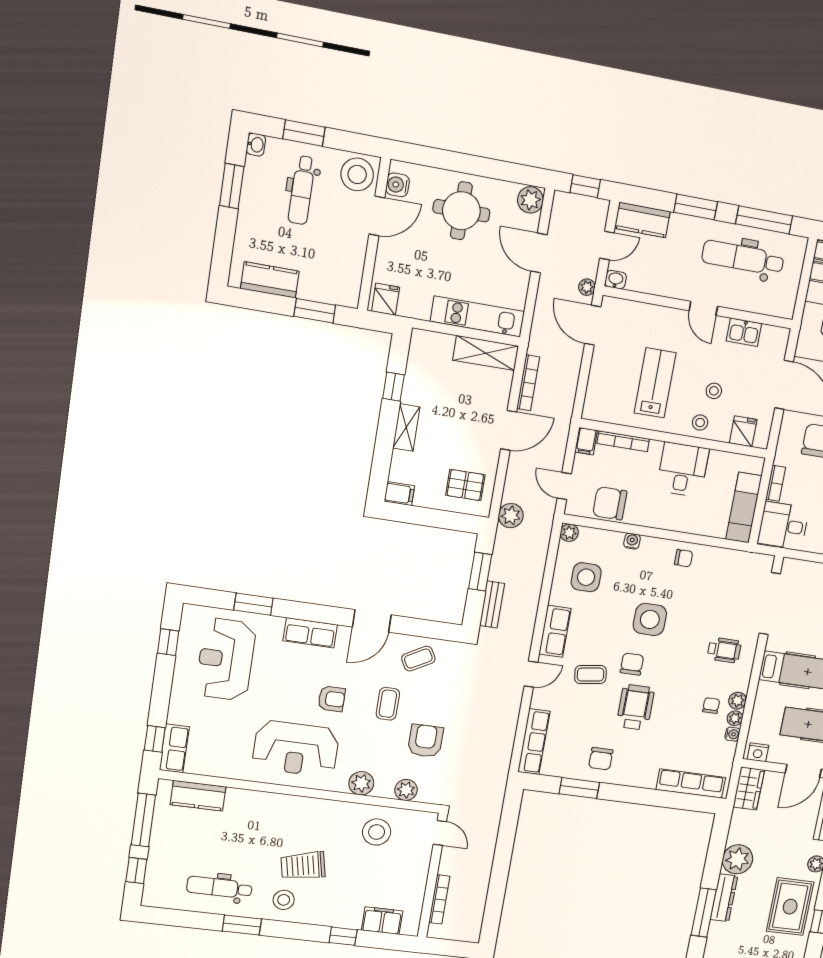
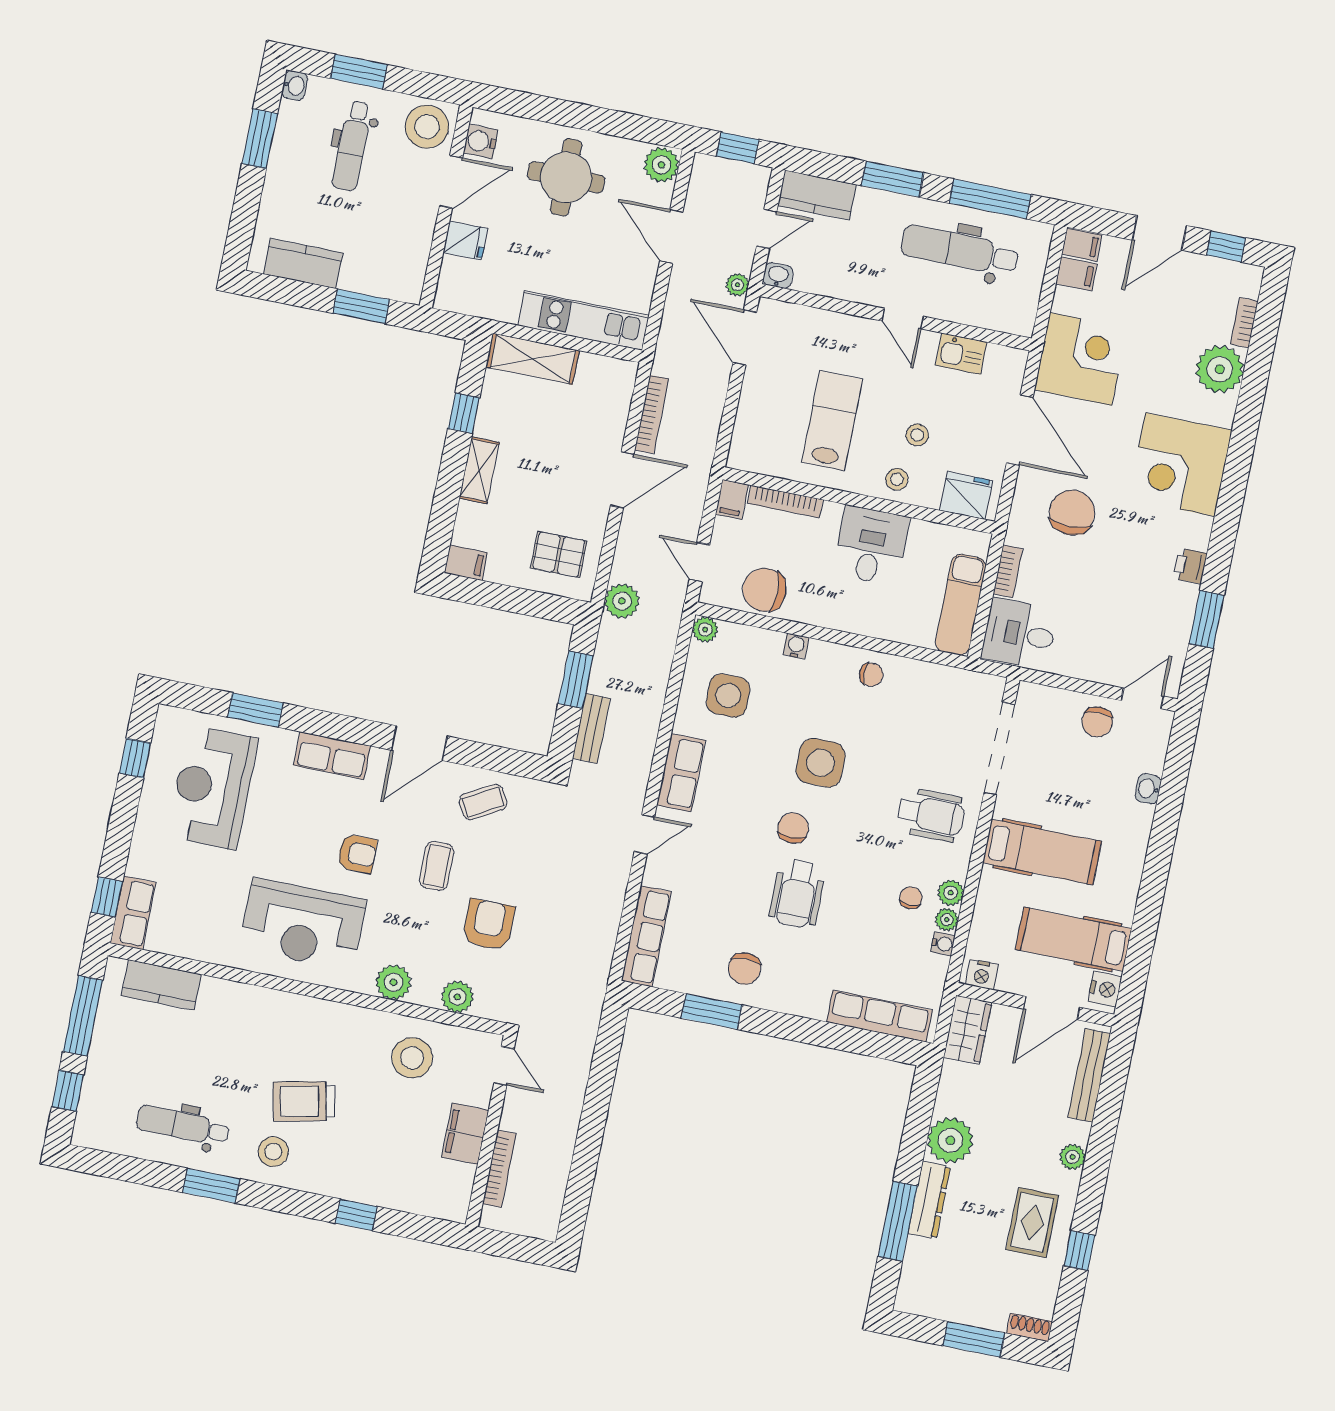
fridge: (386, 299) -> (465, 240), moved, turned 90
shelving: (486, 353) -> (533, 359), moved
fridge: (743, 431) -> (966, 496), width x1.38
wheelchair: (724, 650) -> (931, 815), width x1.36, depth x1.37
coffee table: (590, 675) -> (732, 840), removed
wheelchair: (635, 707) -> (797, 894), turned 180
rug: (790, 907) -> (1032, 1222), width x0.73, depth x0.70
filing cabinet: (382, 921) -> (465, 1134), moved, turned -90

